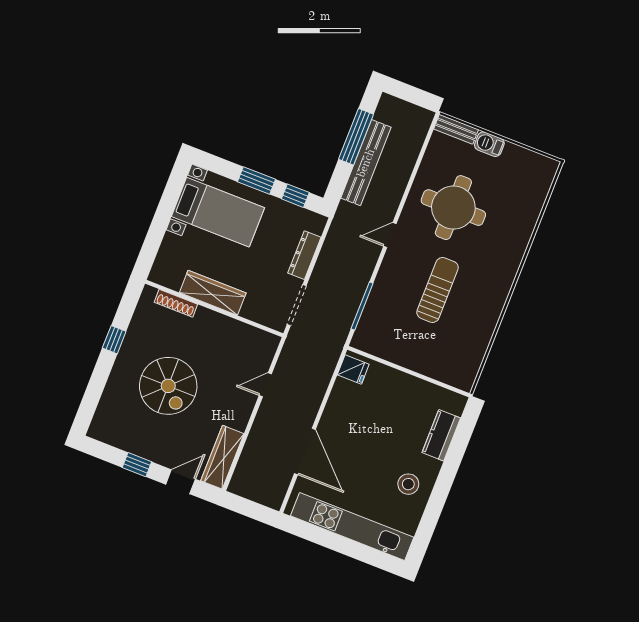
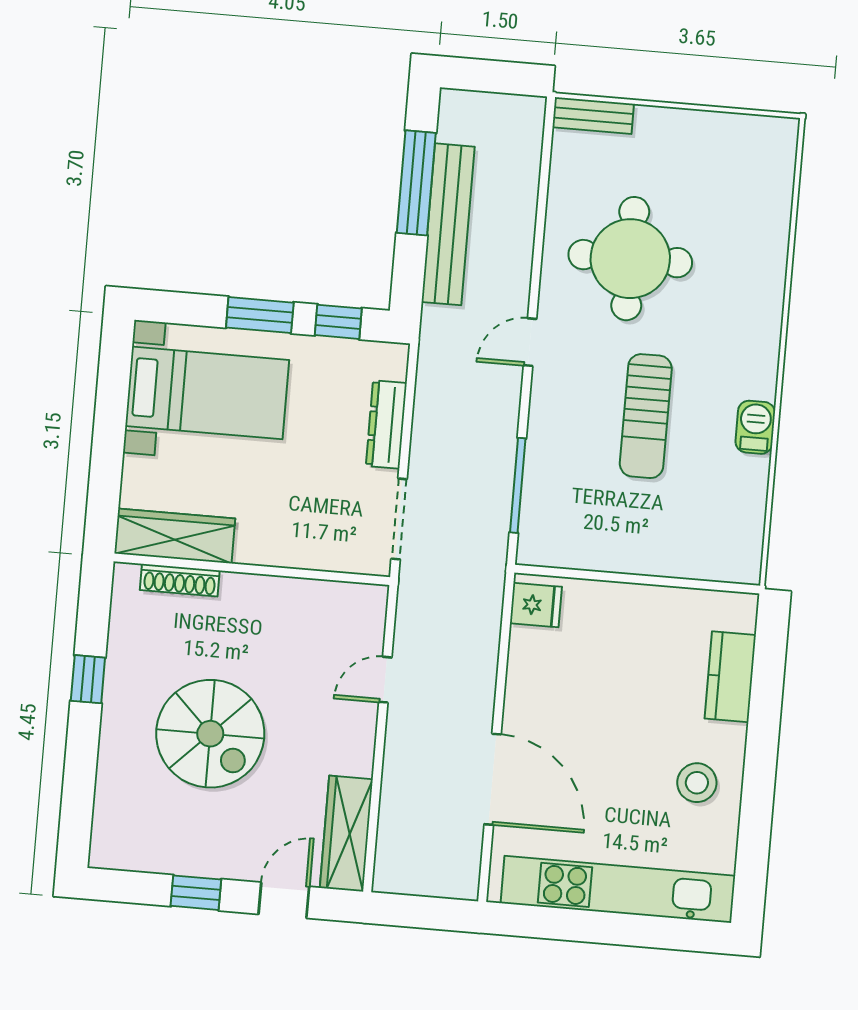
barbecue: (489, 144) -> (755, 427), moved, turned 90
sun lounger: (438, 290) -> (646, 416), turned 180
wardrobe: (213, 293) -> (175, 536), moved

